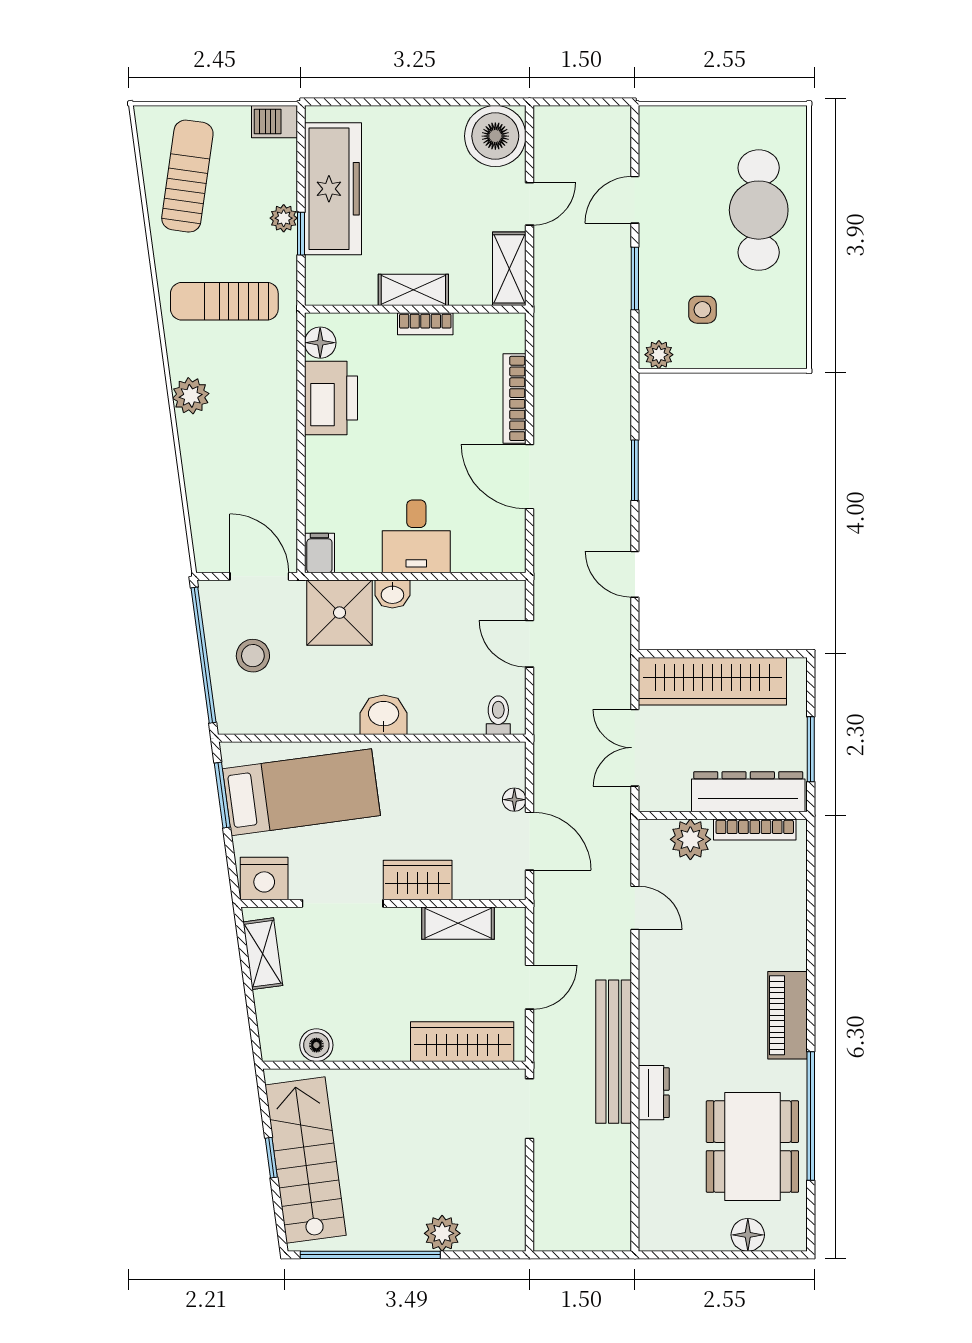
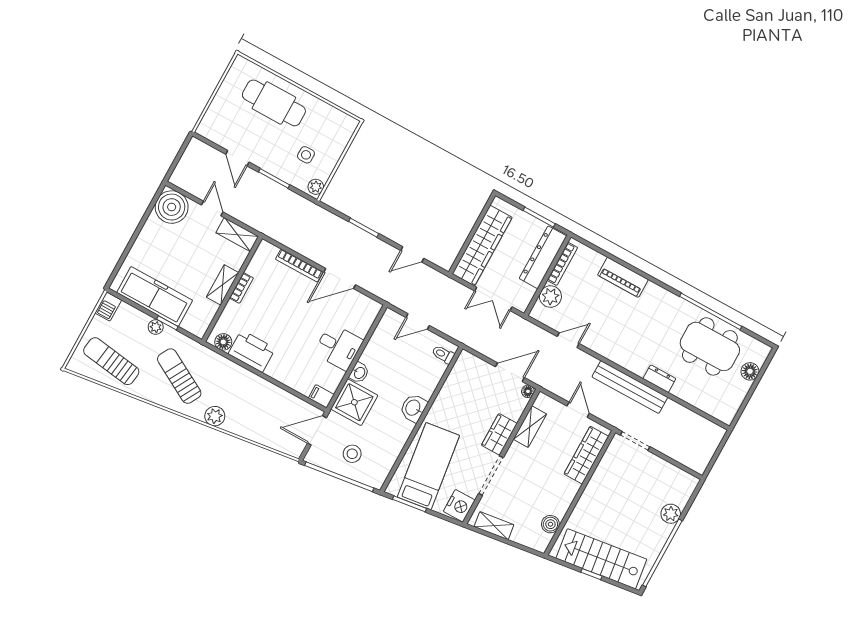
sun lounger: (224, 301) -> (179, 376), turned 119
floor lamp: (514, 800) -> (528, 391), moved
piano: (788, 1015) -> (623, 277), moved

